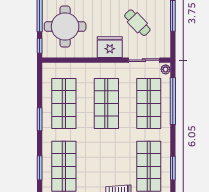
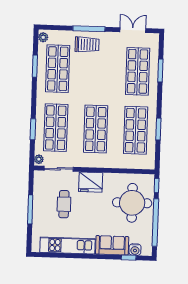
cafe table: (137, 23) -> (64, 204), turned 44
window: (173, 101) -> (33, 129), width x0.47
window: (40, 119) -> (158, 129), moved

